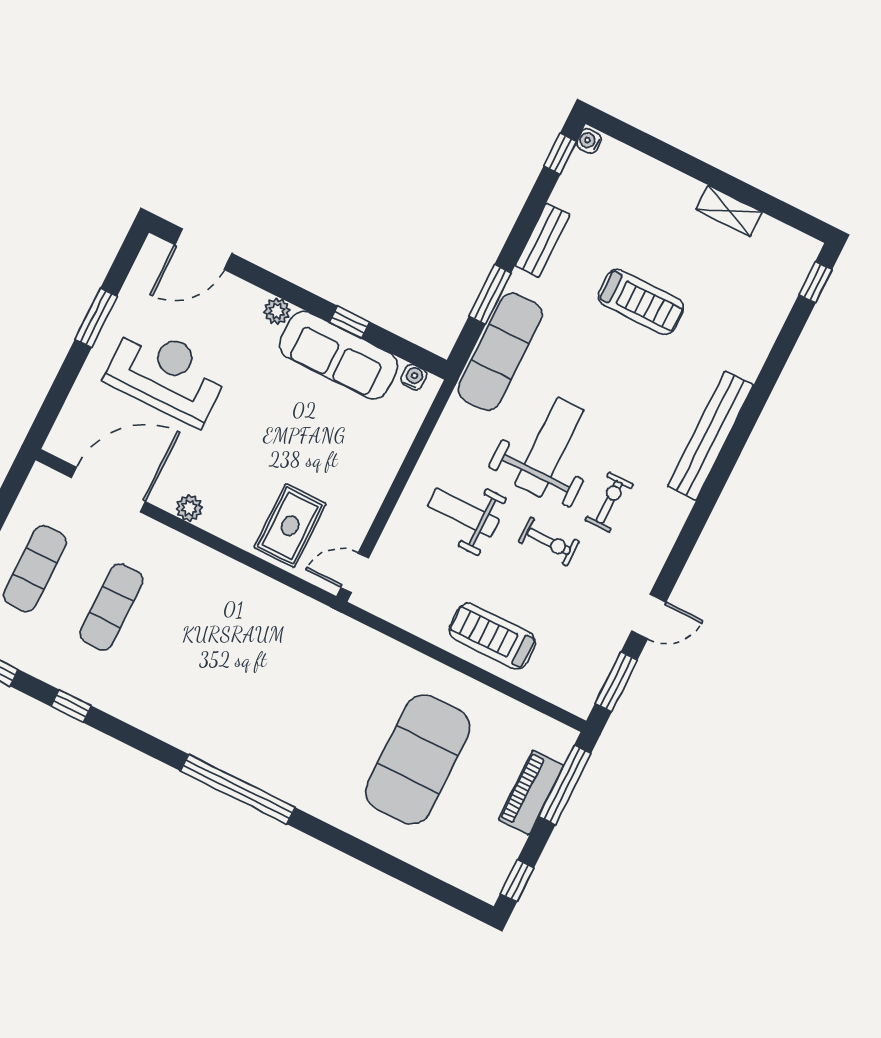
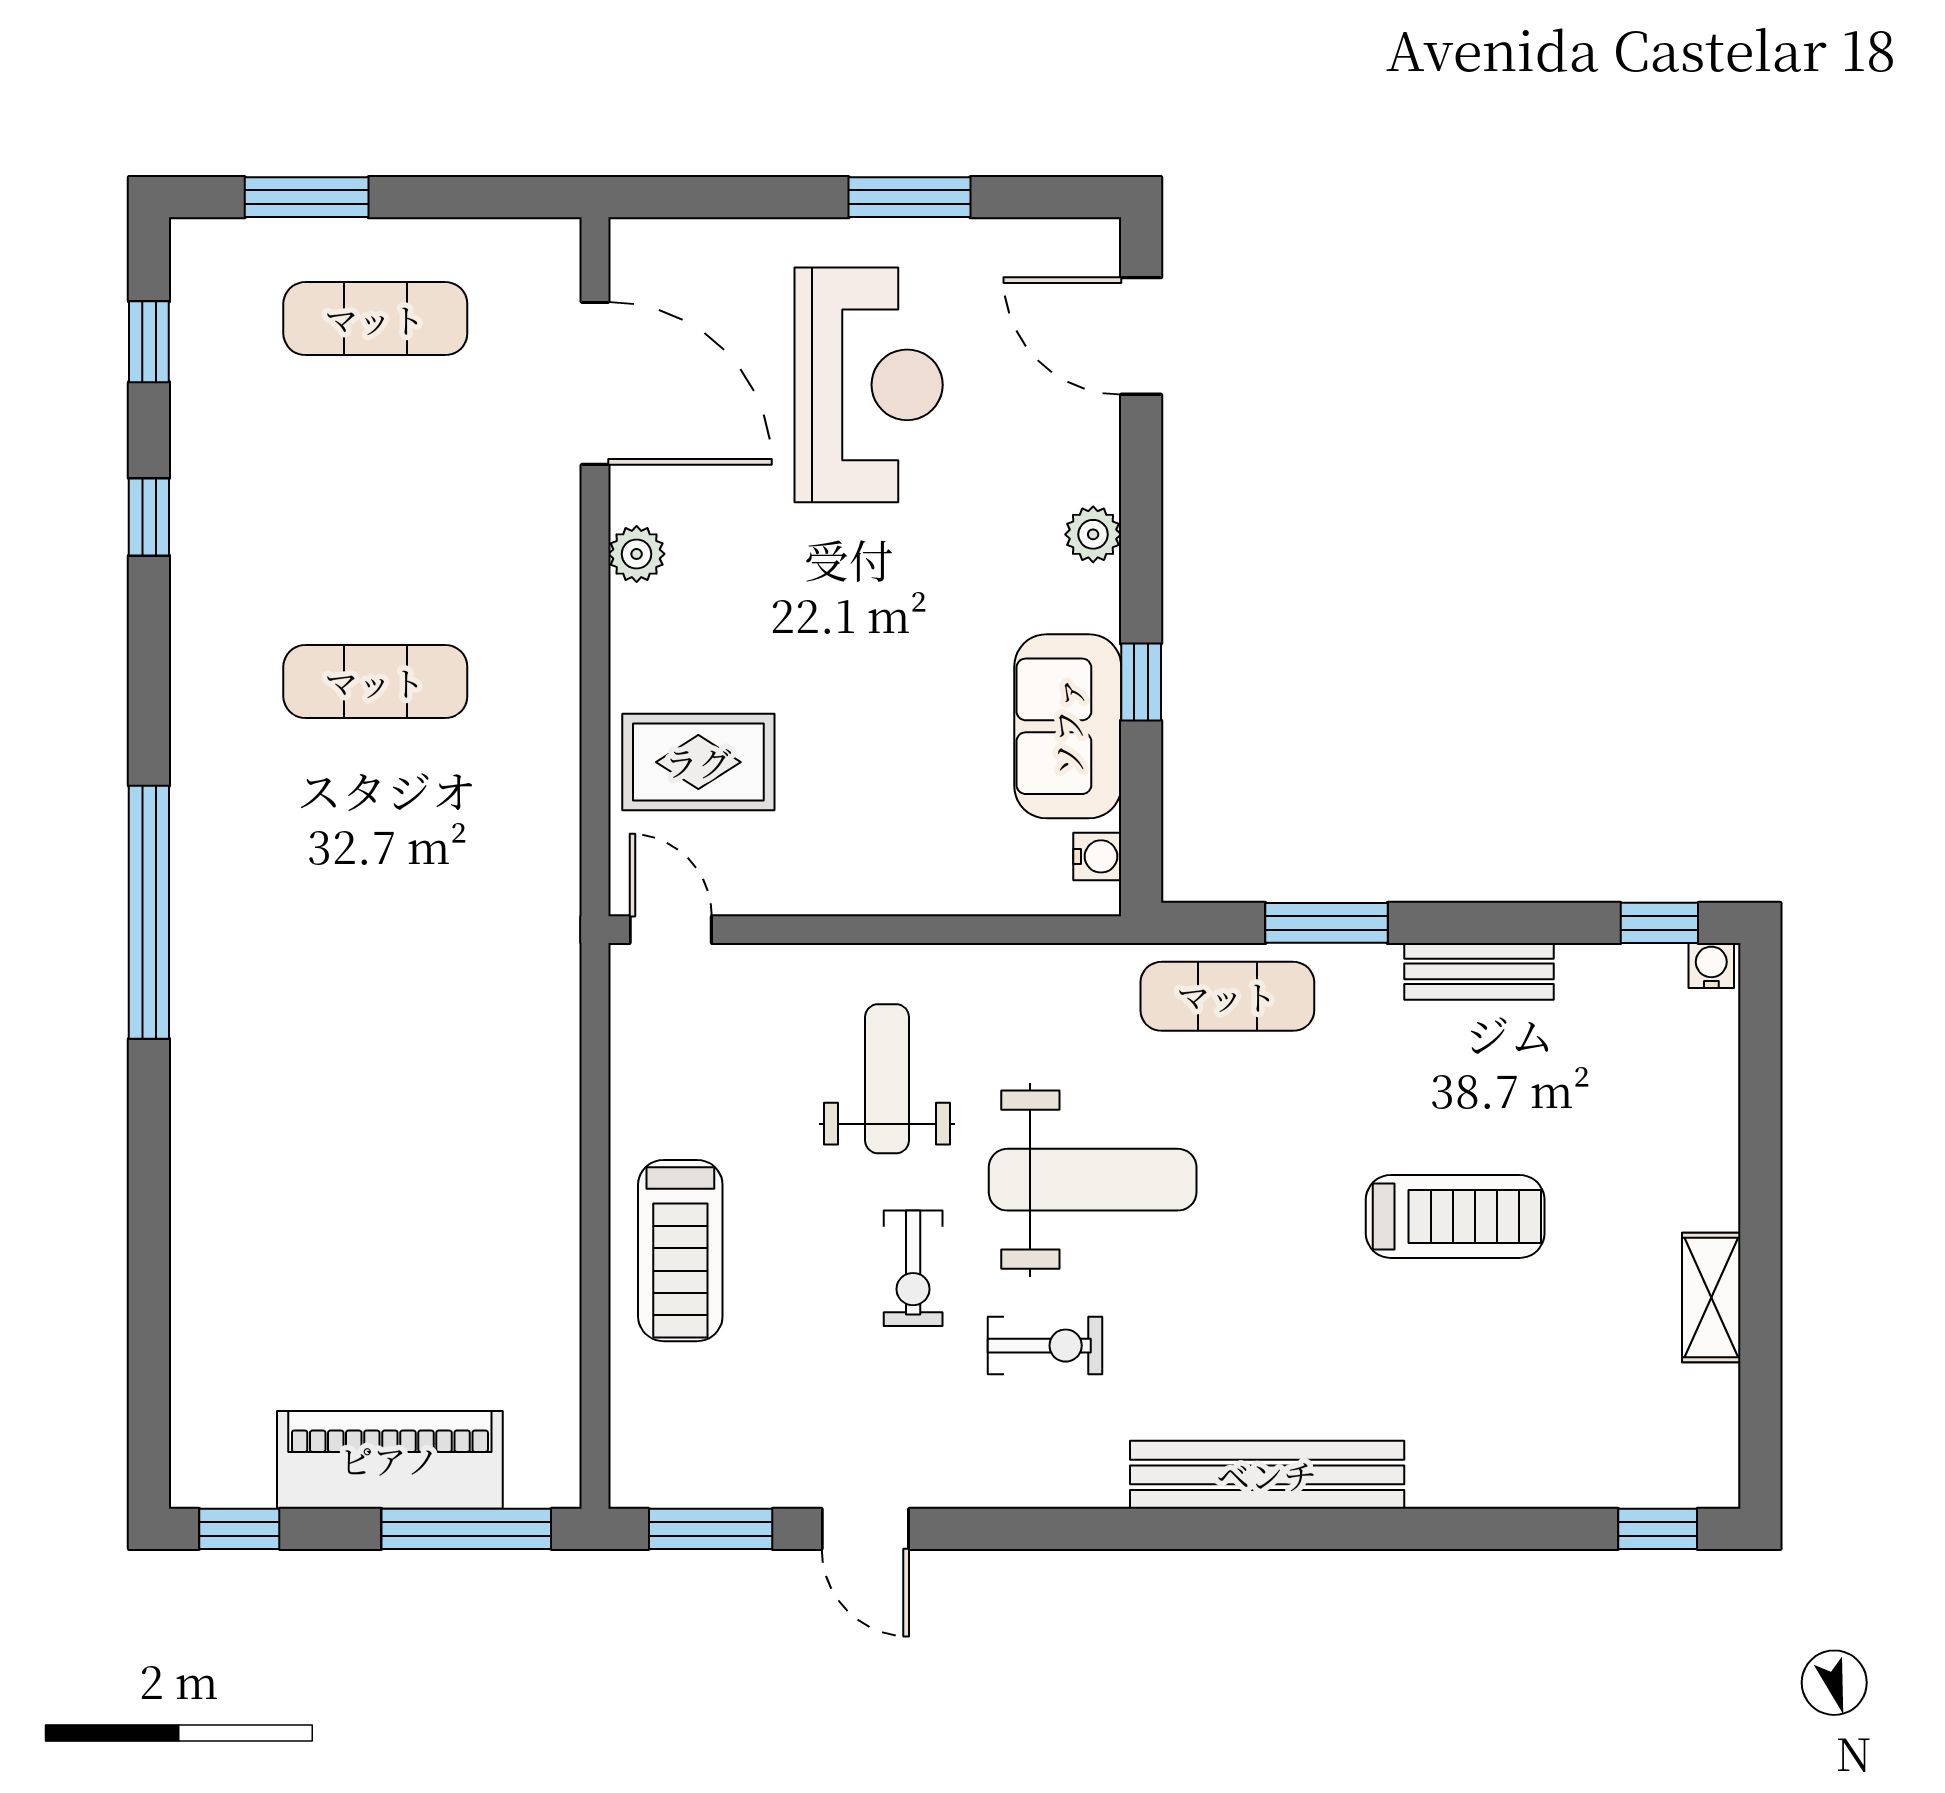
treadmill: (641, 302) -> (1455, 1216), turned -90
exercise mat: (500, 352) -> (1227, 996), width x0.73, depth x0.69
sofa: (339, 355) -> (1068, 726), width x0.73
exercise mat: (111, 607) -> (375, 682), moved
treadmill: (492, 636) -> (680, 1251), turned 180
exercise mat: (418, 760) -> (375, 1226), removed
piano: (531, 792) -> (390, 1460), width x1.37, depth x1.33

